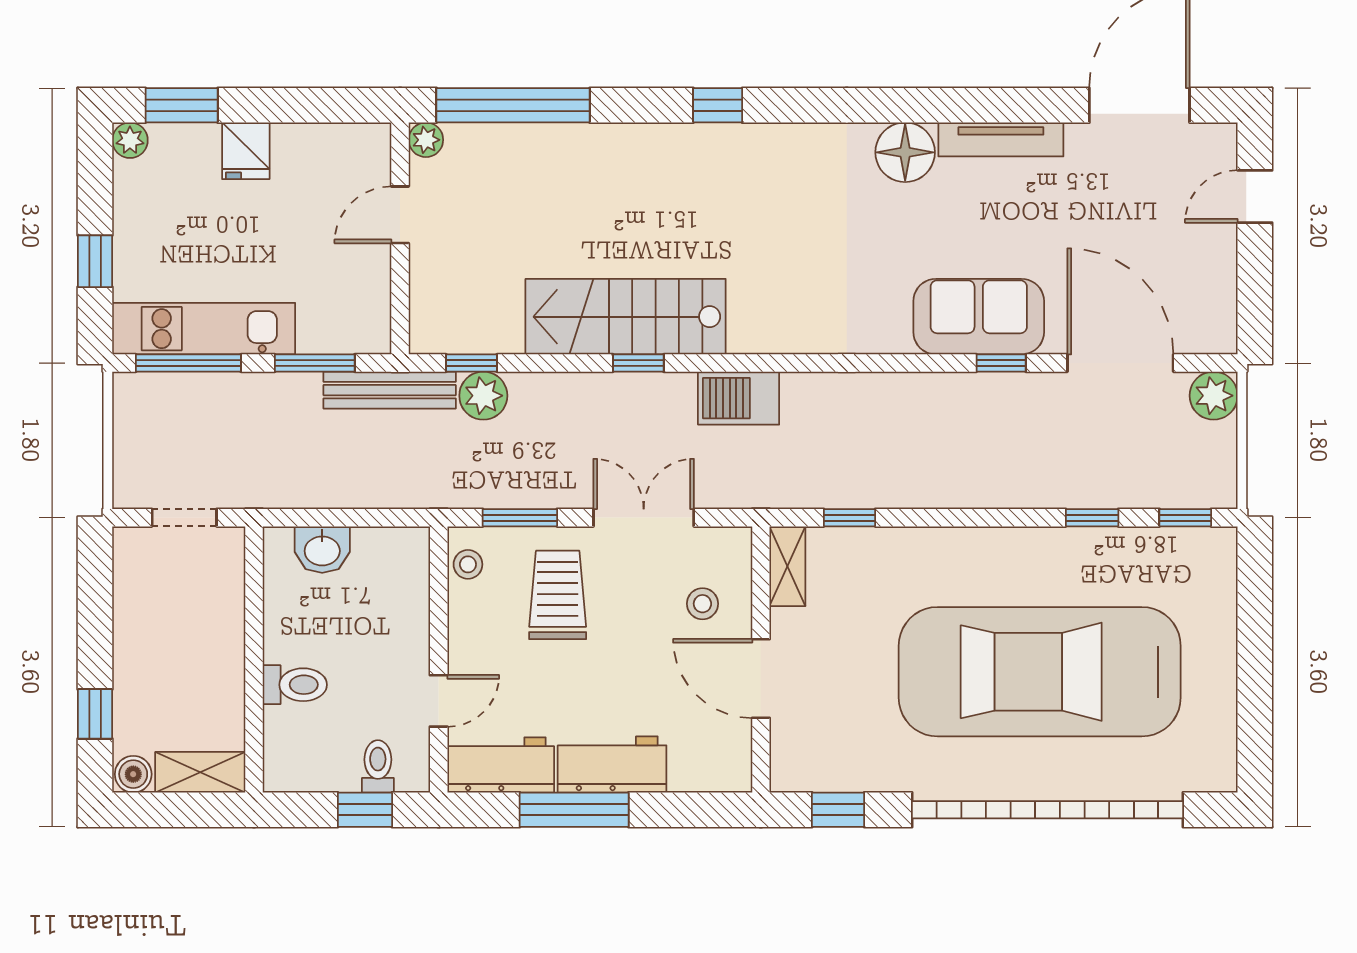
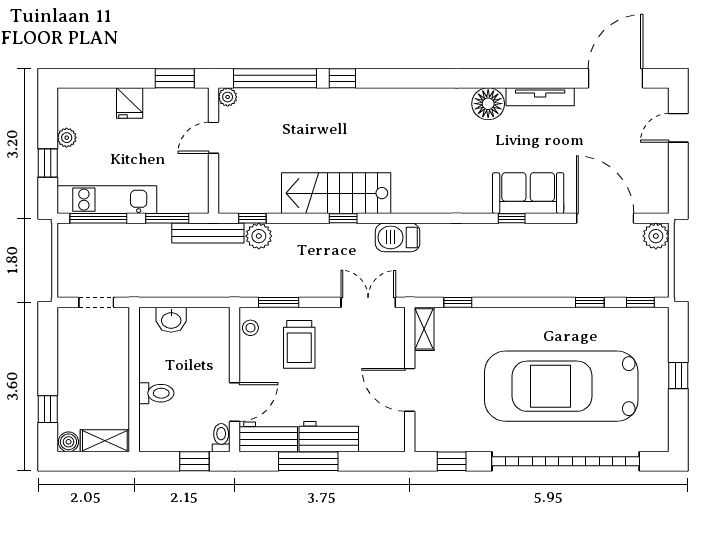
window: (182, 105) -> (175, 78), moved
window: (718, 105) -> (342, 78), moved
plant: (130, 140) -> (67, 138), moved
window: (1001, 363) -> (512, 218), moved
double door: (644, 518) -> (368, 302), moved
trolley: (558, 595) -> (299, 344), turned 180
stool: (702, 604) -> (378, 349), removed
window: (1255, 652) -> (678, 376), added
door: (439, 701) -> (235, 402), width x1.38
toilet: (378, 766) -> (221, 438), moved

